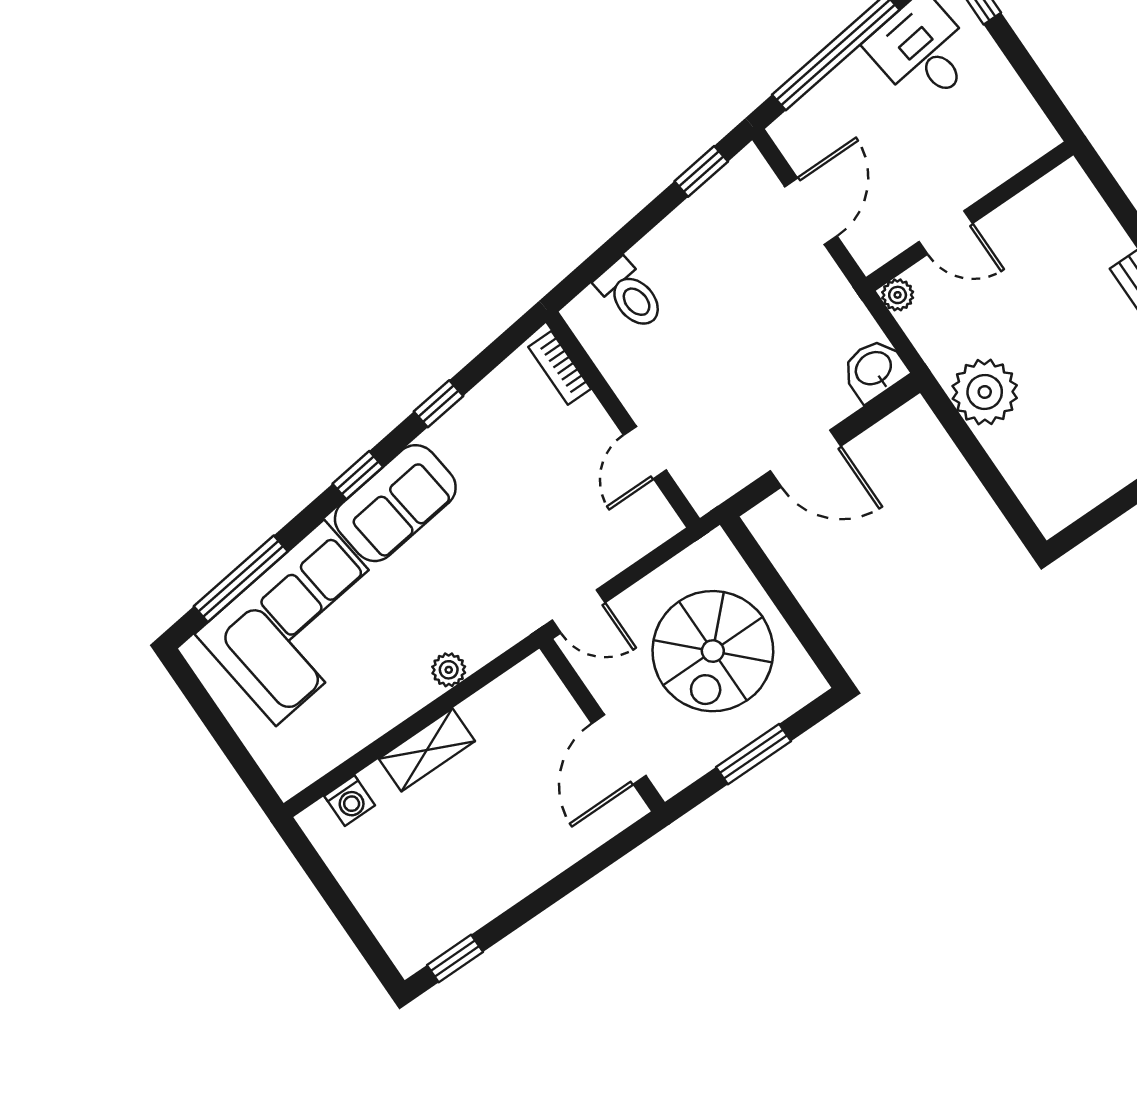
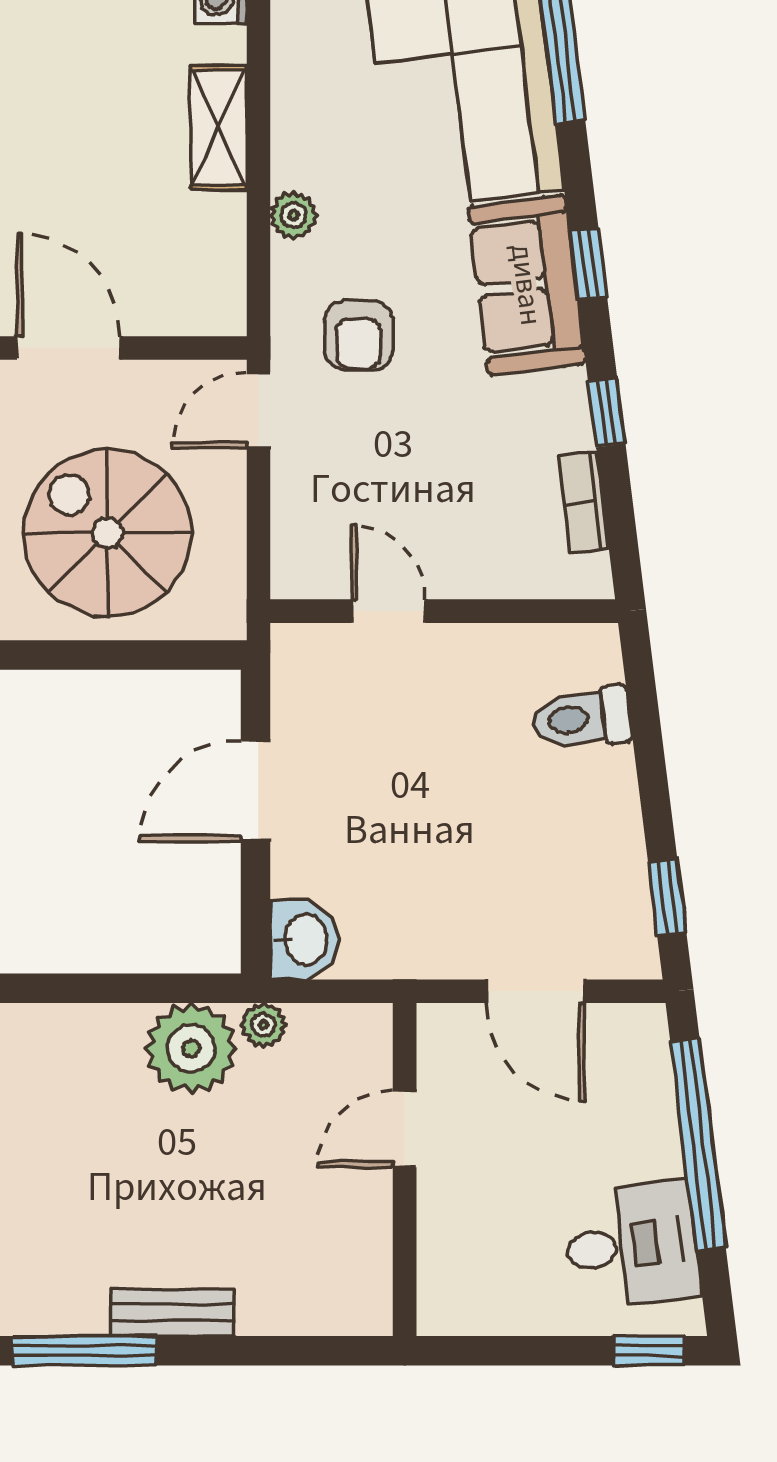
plant: (898, 295) -> (263, 1025), moved
bookcase: (560, 368) -> (584, 503), moved, turned -97
armchair: (493, 582) -> (359, 335), added

